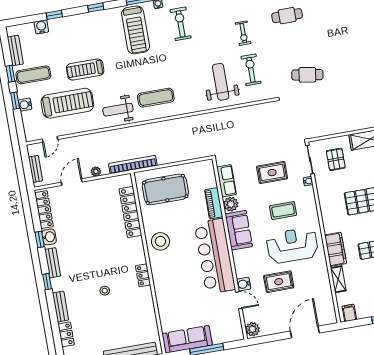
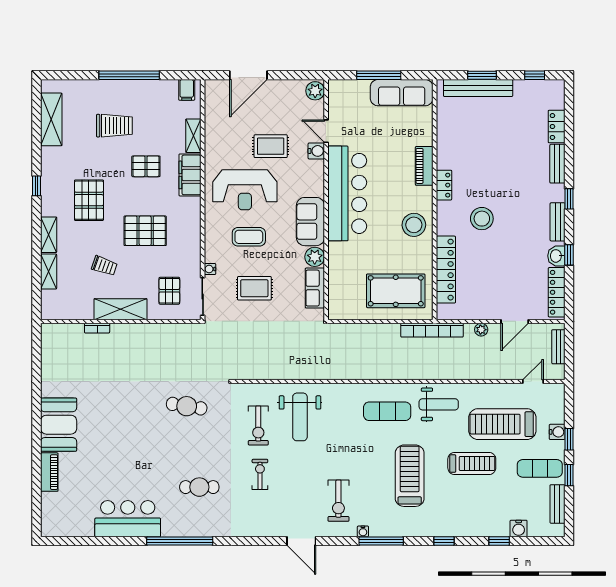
treadmill: (136, 30) -> (410, 476), moved
piano: (214, 203) -> (424, 166), moved, turned 180
stool: (105, 291) -> (482, 219), moved, width x1.89, depth x1.89

